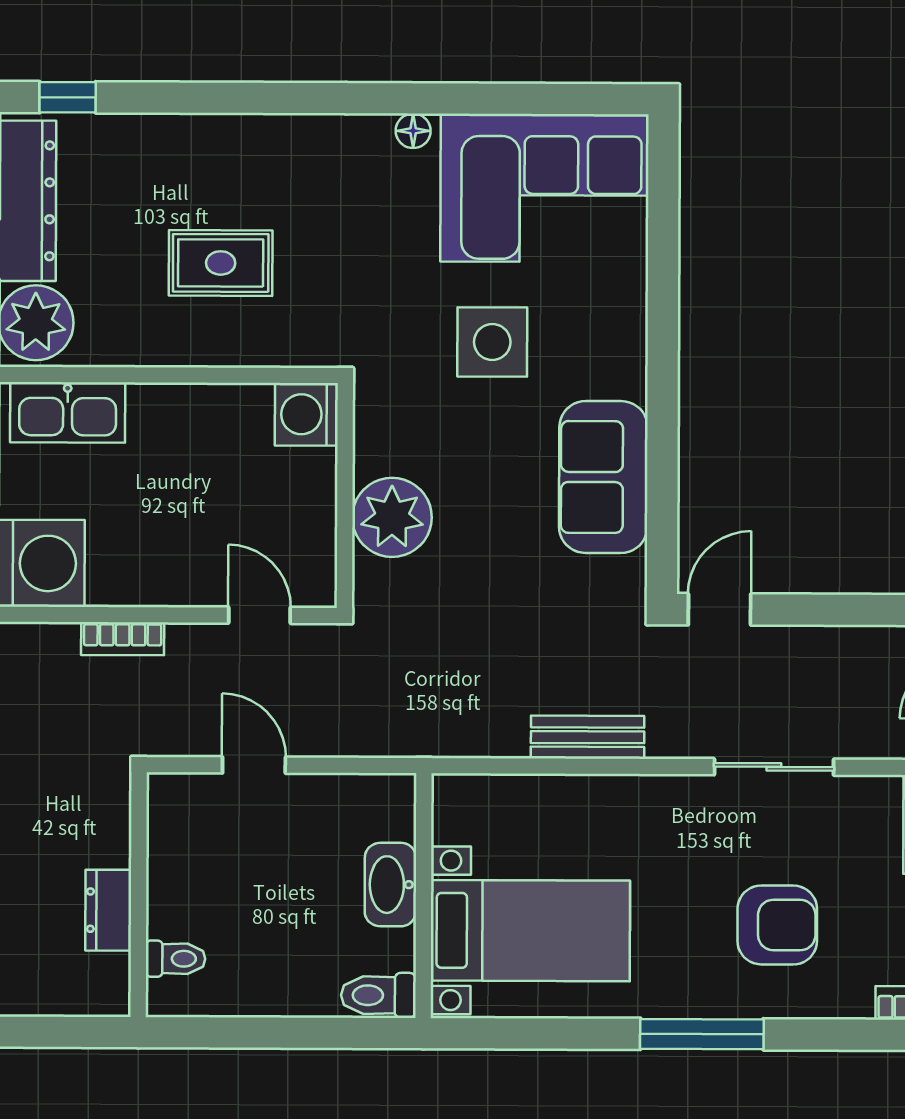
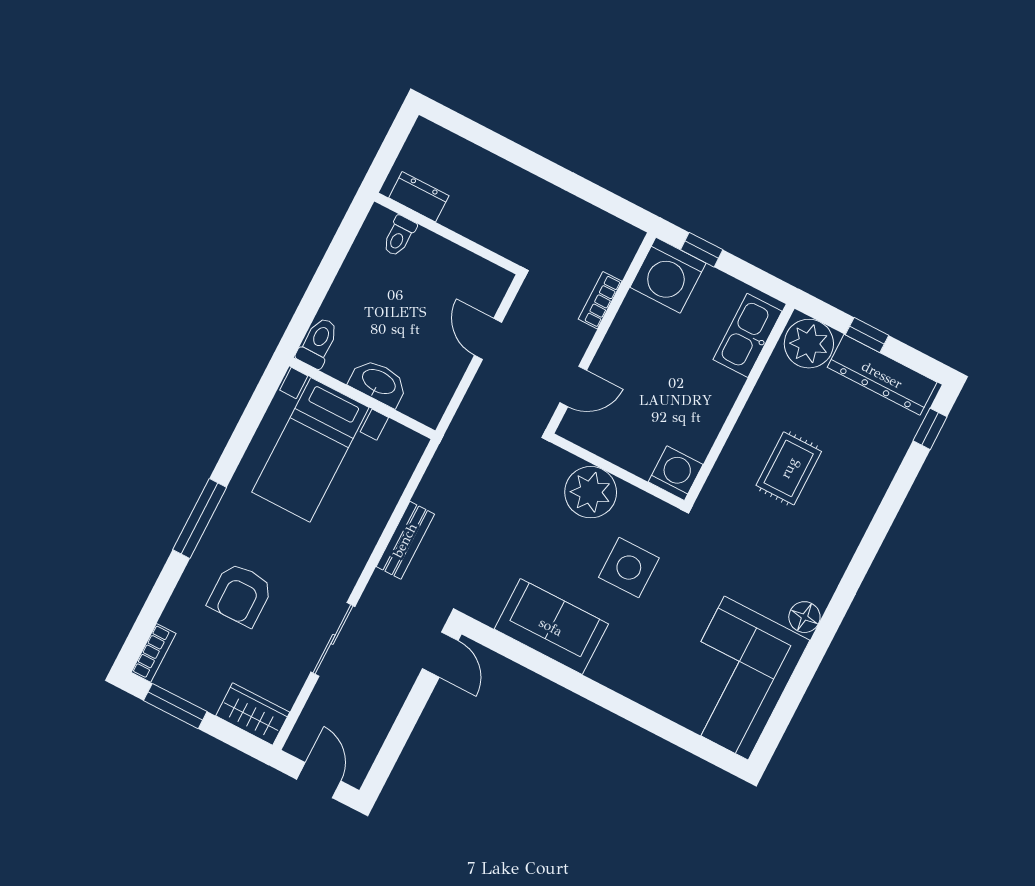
floor lamp: (413, 131) -> (804, 617), width x1.37, depth x1.37
side table: (492, 342) -> (629, 568), moved
door: (254, 765) -> (488, 339), swing flipped
dresser: (108, 910) -> (419, 197), moved

